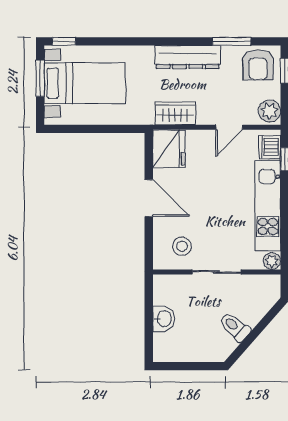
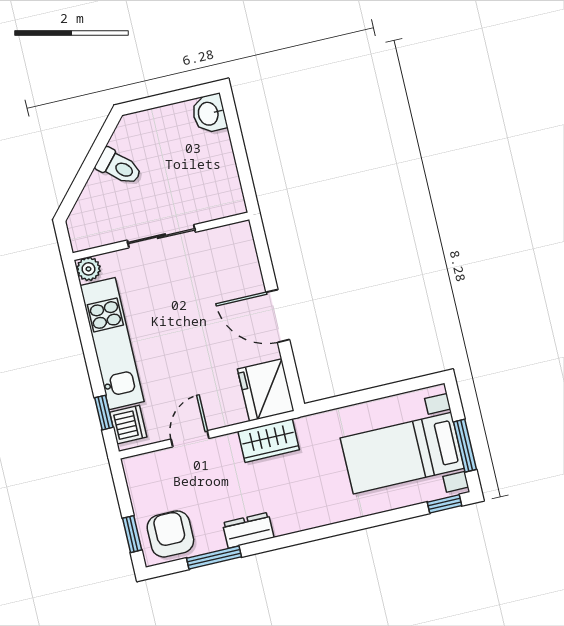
dresser: (188, 57) -> (248, 530), width x0.51, depth x0.80
plant: (269, 111) -> (140, 474), removed
stool: (182, 246) -> (217, 260), removed
washbasin: (164, 319) -> (209, 114), moved

